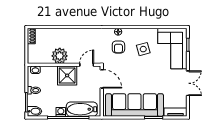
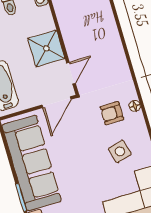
plant: (60, 56) -> (73, 28), removed
door: (87, 65) -> (71, 73), hinge flipped

